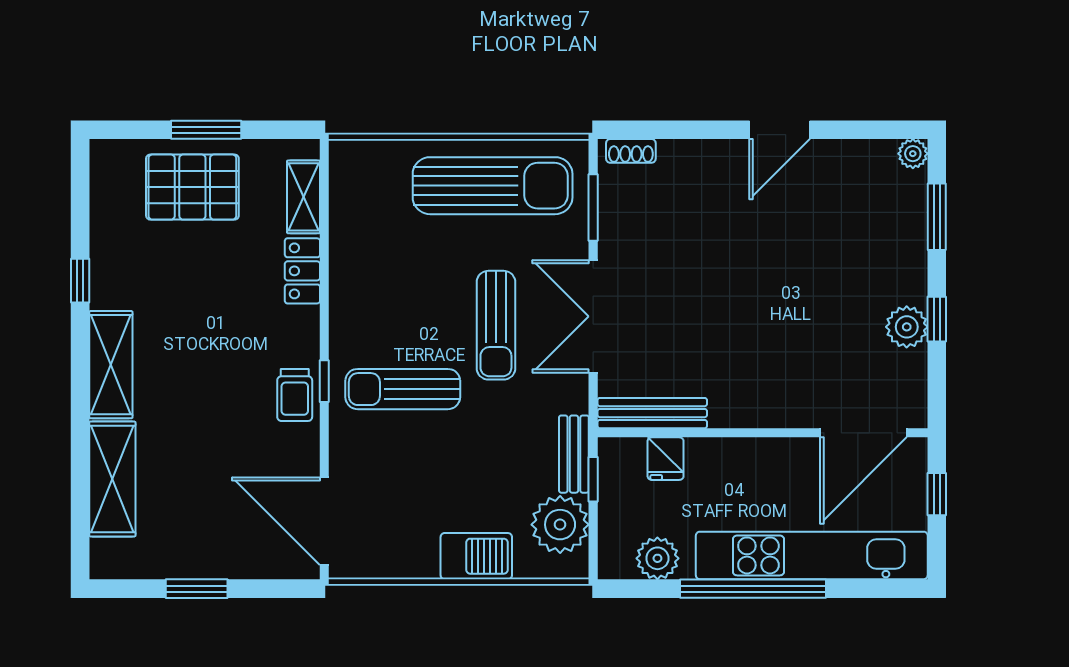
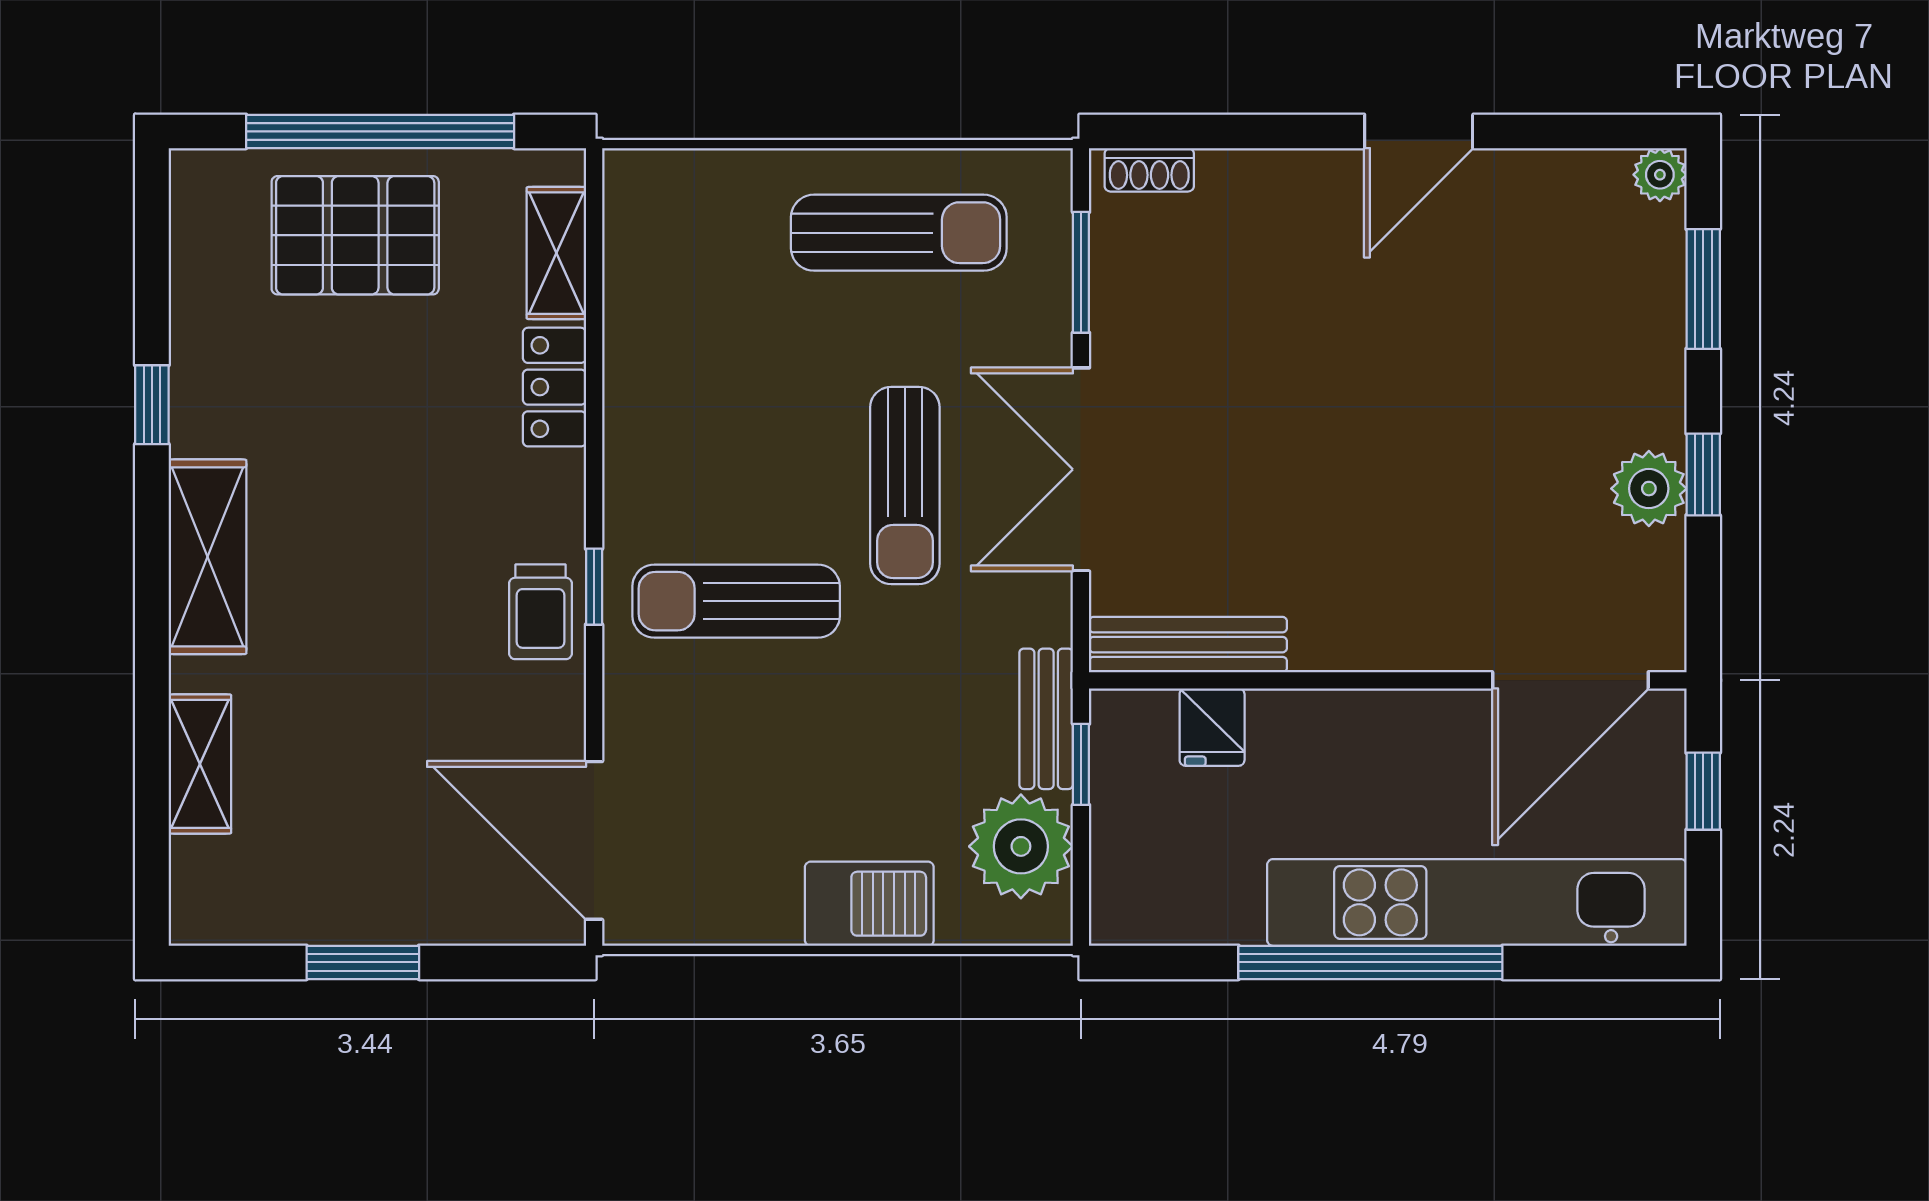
window: (206, 130) -> (380, 131), width x2.11
sun lounger: (493, 186) -> (899, 233), width x0.73, depth x0.75
shelving: (112, 479) -> (200, 764), width x0.67, depth x0.75
plant: (657, 558) -> (1197, 908), removed

